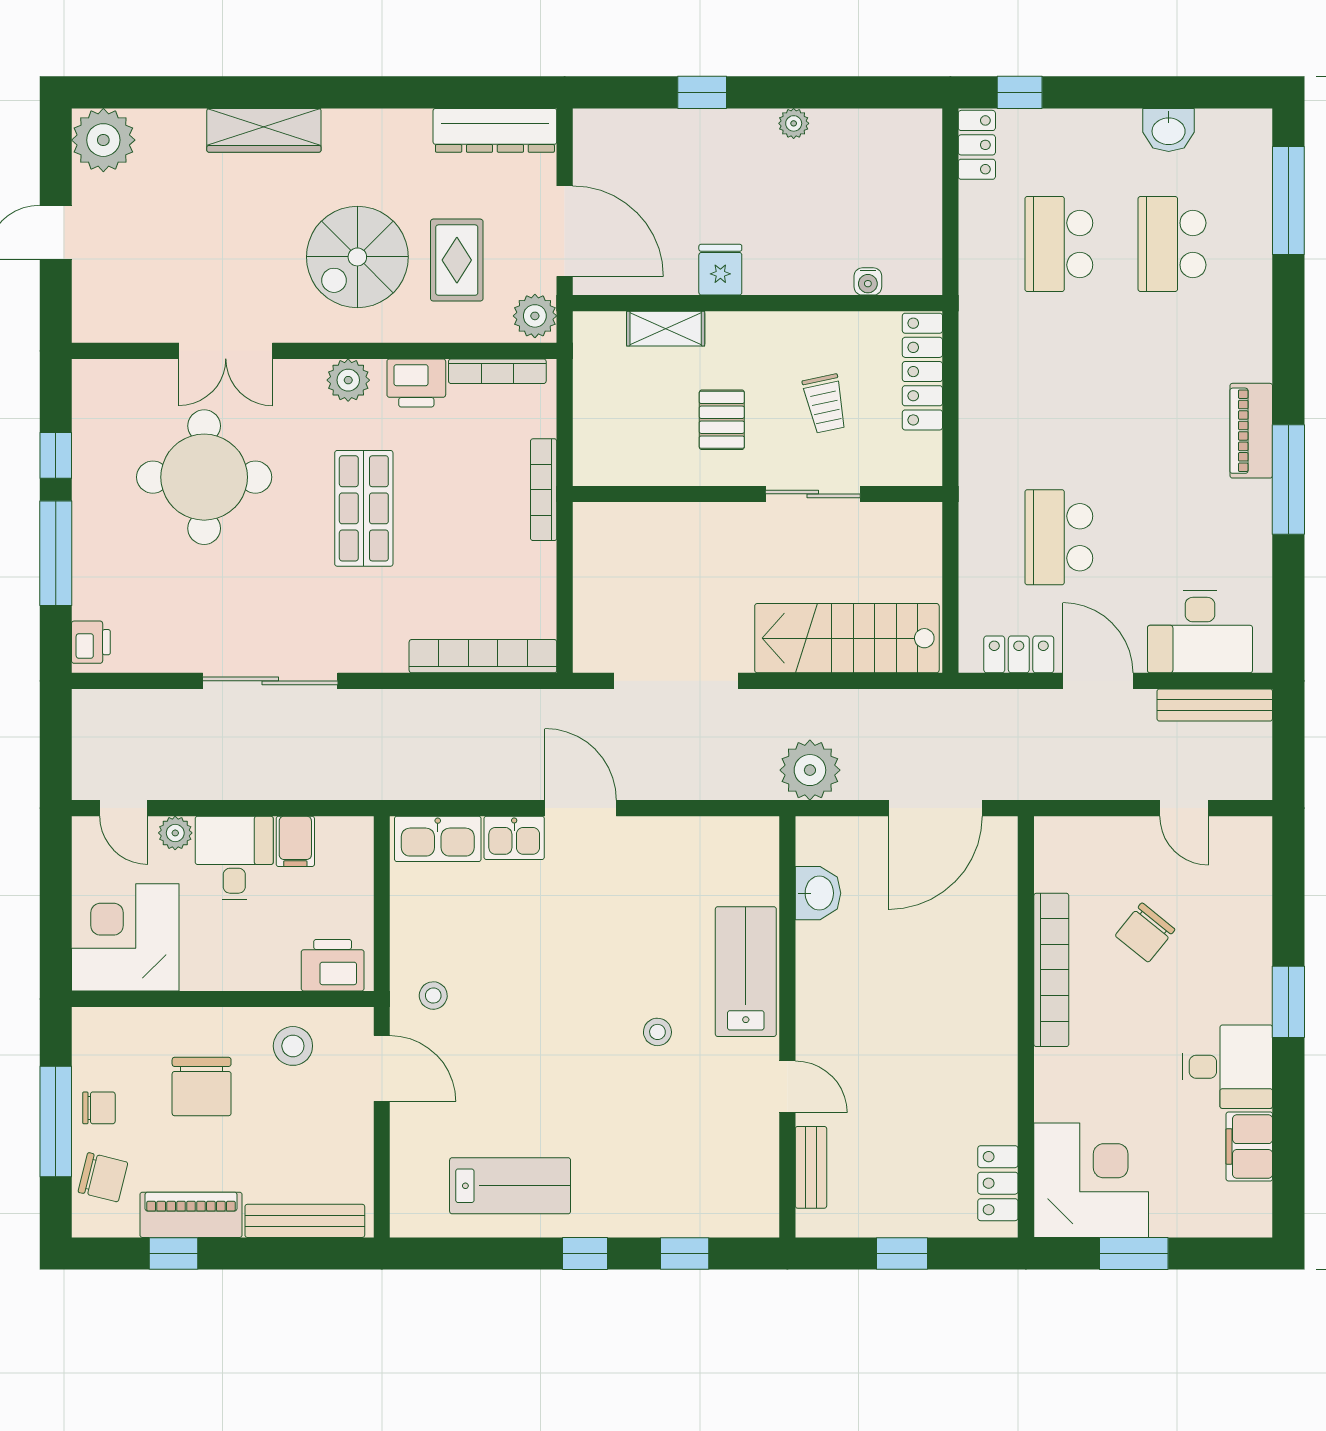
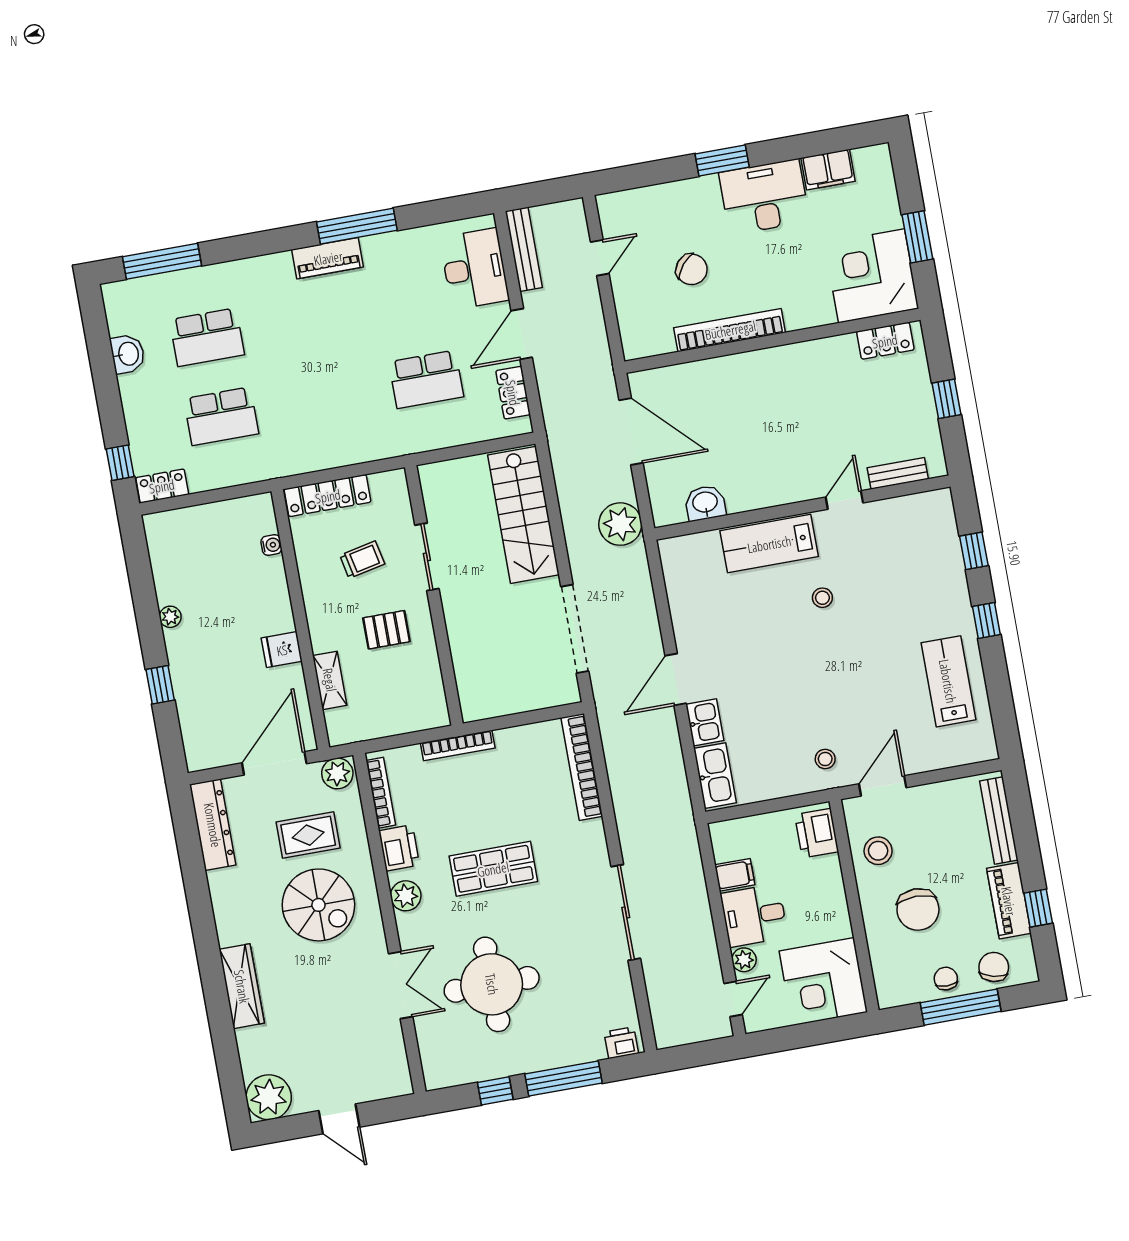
desk: (1227, 1067) -> (764, 197), width x1.37
chair: (202, 1087) -> (918, 909), turned 90

